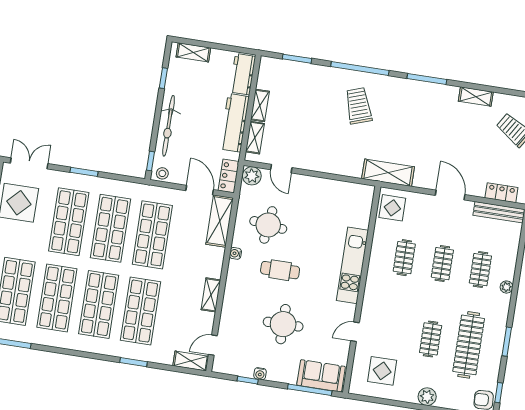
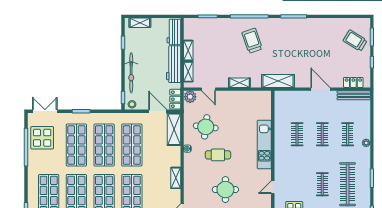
shelving: (476, 97) -> (239, 83), moved
display table: (392, 208) -> (284, 103), removed

